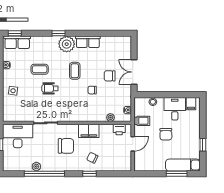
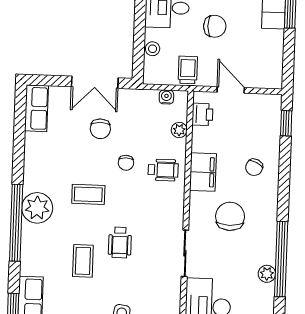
window: (58, 33) -> (16, 223), width x3.17
row of seats: (88, 42) -> (36, 108), moved
wheelchair: (89, 110) -> (163, 170), added
window: (89, 174) -> (286, 123), moved

